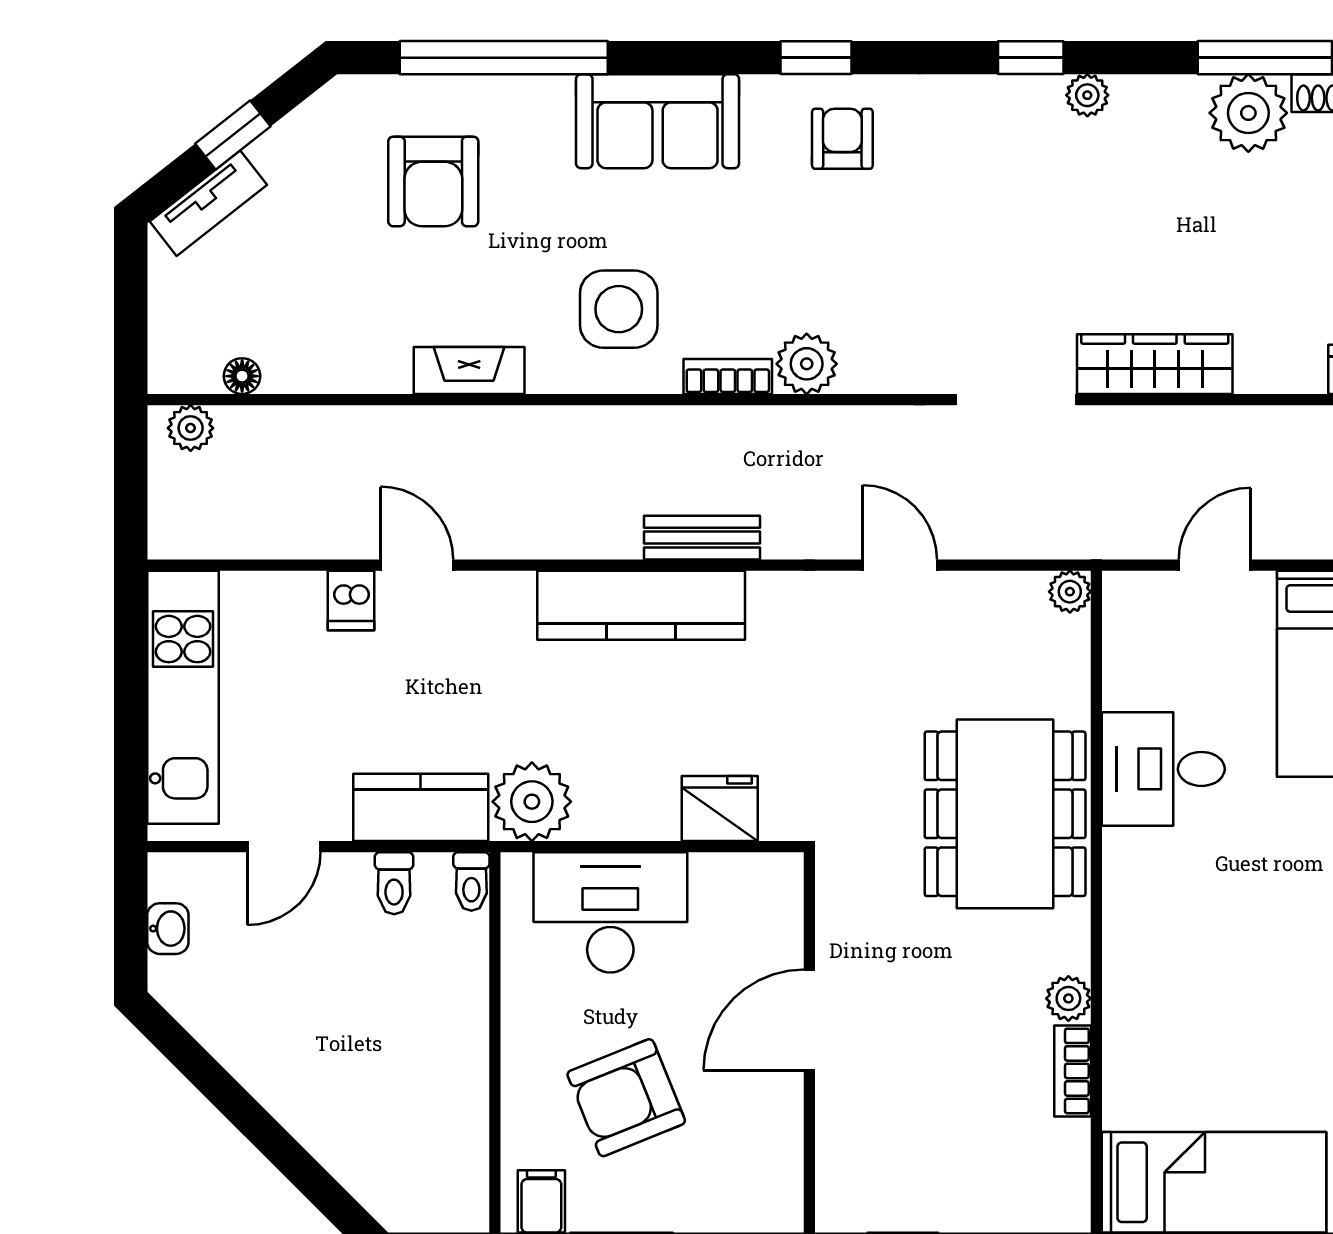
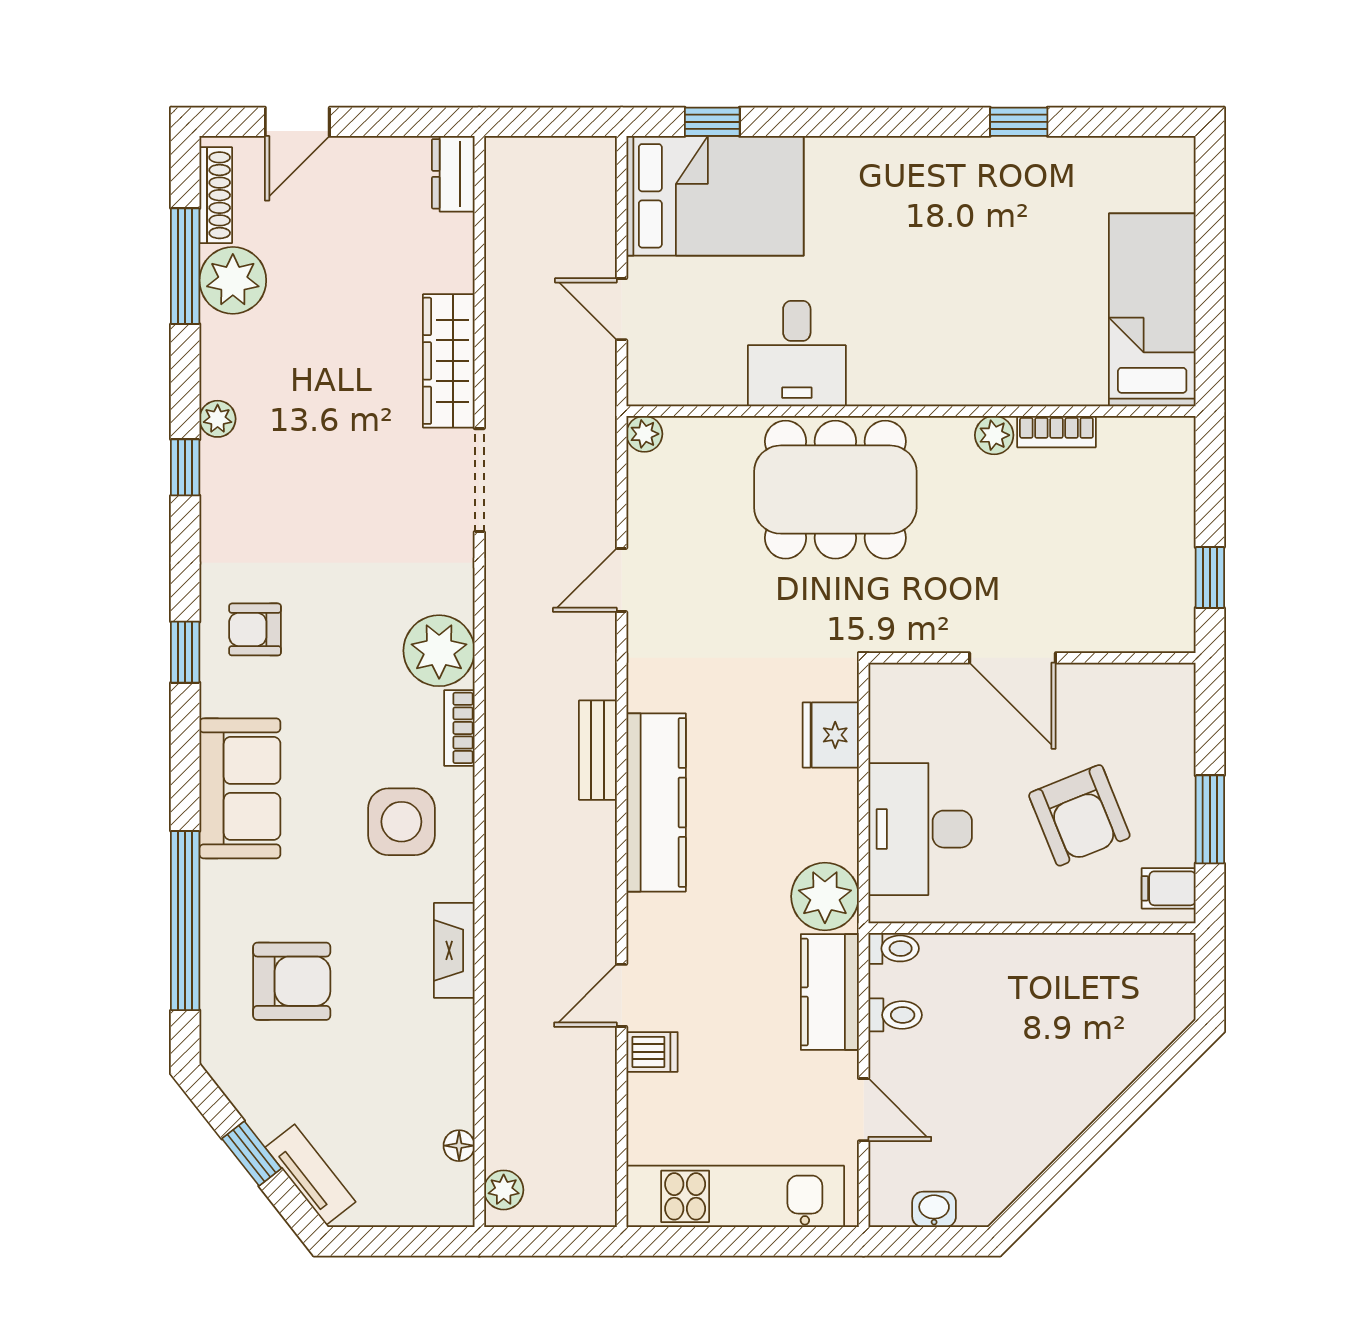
plant: (807, 364) -> (439, 651), width x1.36, depth x1.36

